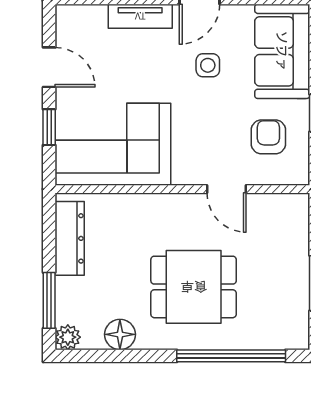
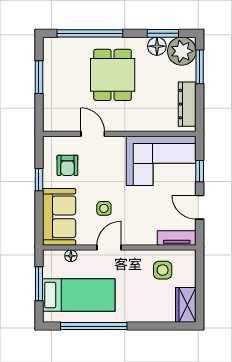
tv unit: (140, 16) -> (177, 238), moved
dining table: (194, 287) -> (113, 75), turned 90
plant: (68, 337) -> (182, 51), width x1.87, depth x1.87
window: (110, 356) -> (163, 33), added

